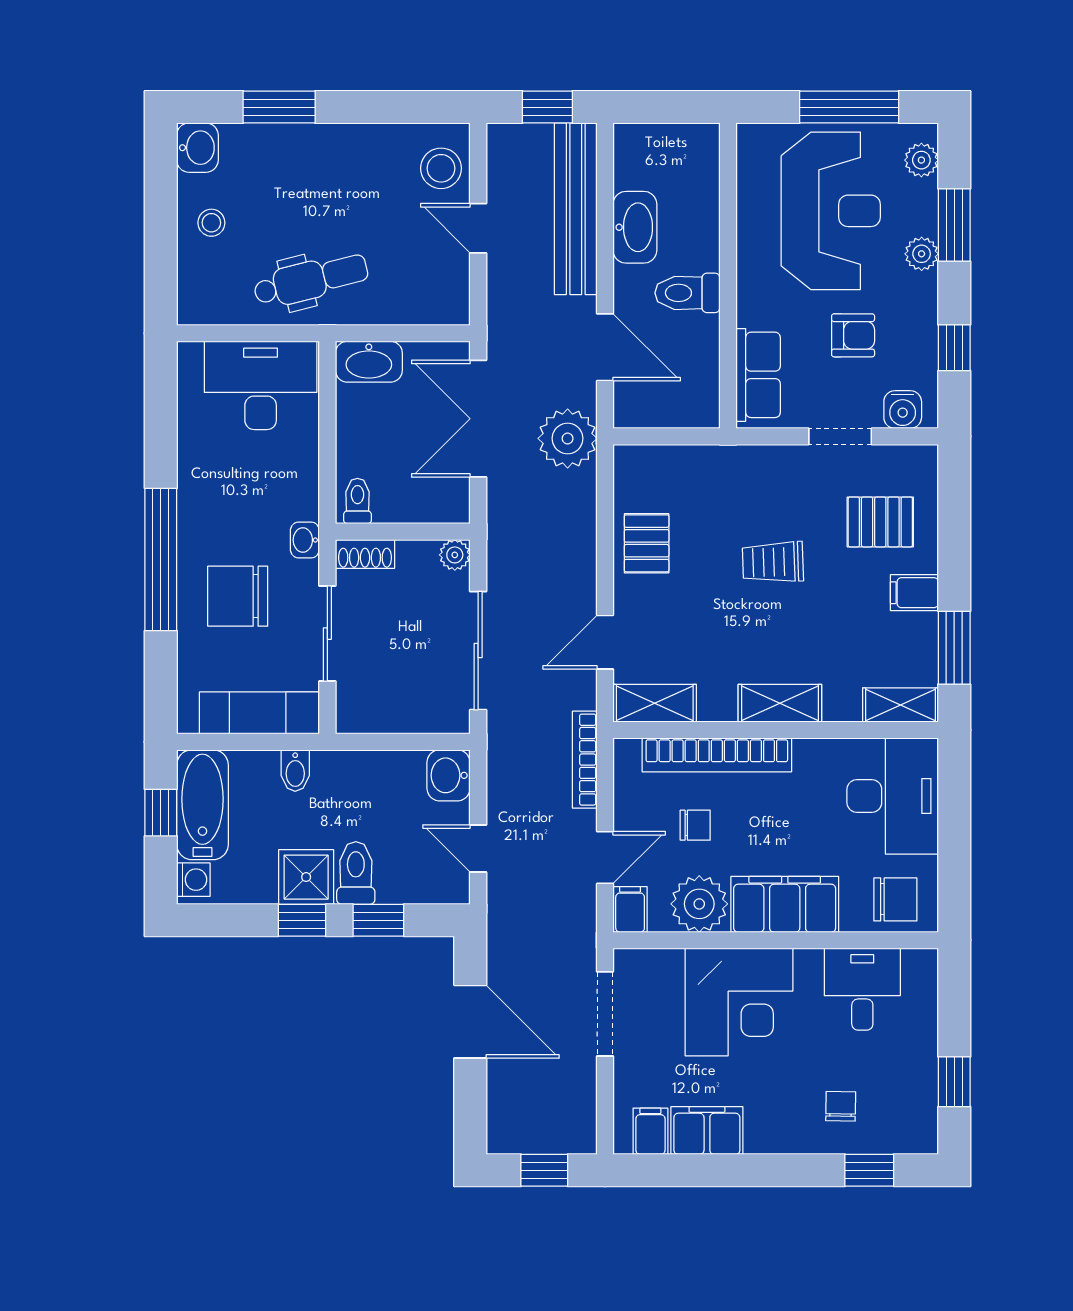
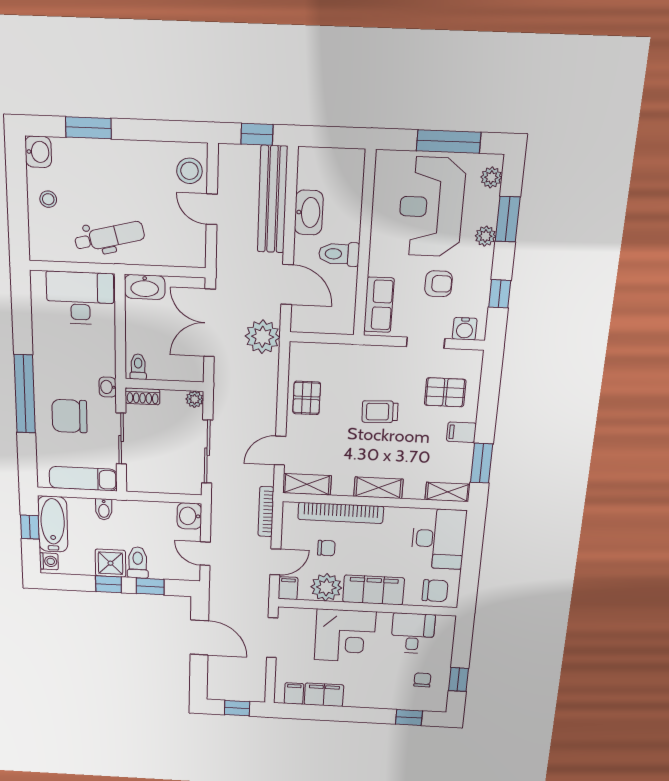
reception desk: (831, 211) -> (431, 207), turned 180
chair: (841, 1106) -> (422, 680), moved

